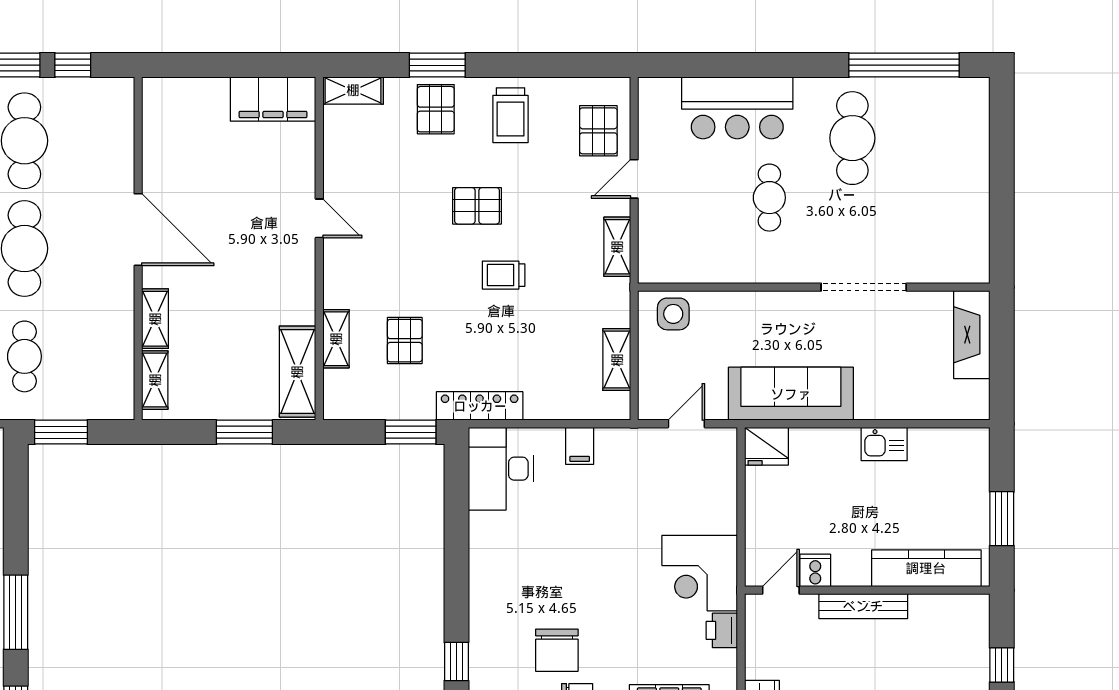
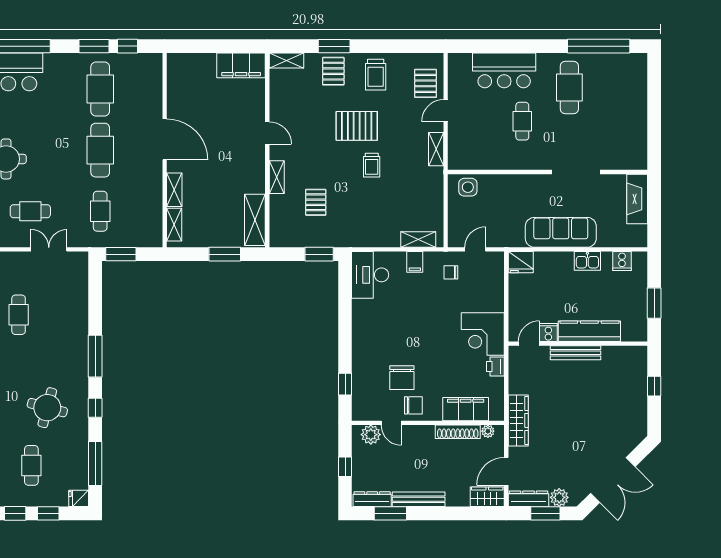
pallet: (477, 206) -> (357, 126), width x1.50, depth x1.42
trolley: (504, 275) -> (372, 165), turned -90
shelving: (336, 339) -> (277, 177), moved
shelving: (617, 360) -> (418, 240), moved, turned 90
sofa: (791, 394) -> (561, 232), moved
locker: (480, 406) -> (358, 239), removed
cooker: (945, 444) -> (622, 261), added
chair: (643, 464) -> (451, 272), added
kitchen counter: (926, 568) -> (589, 331), moved

